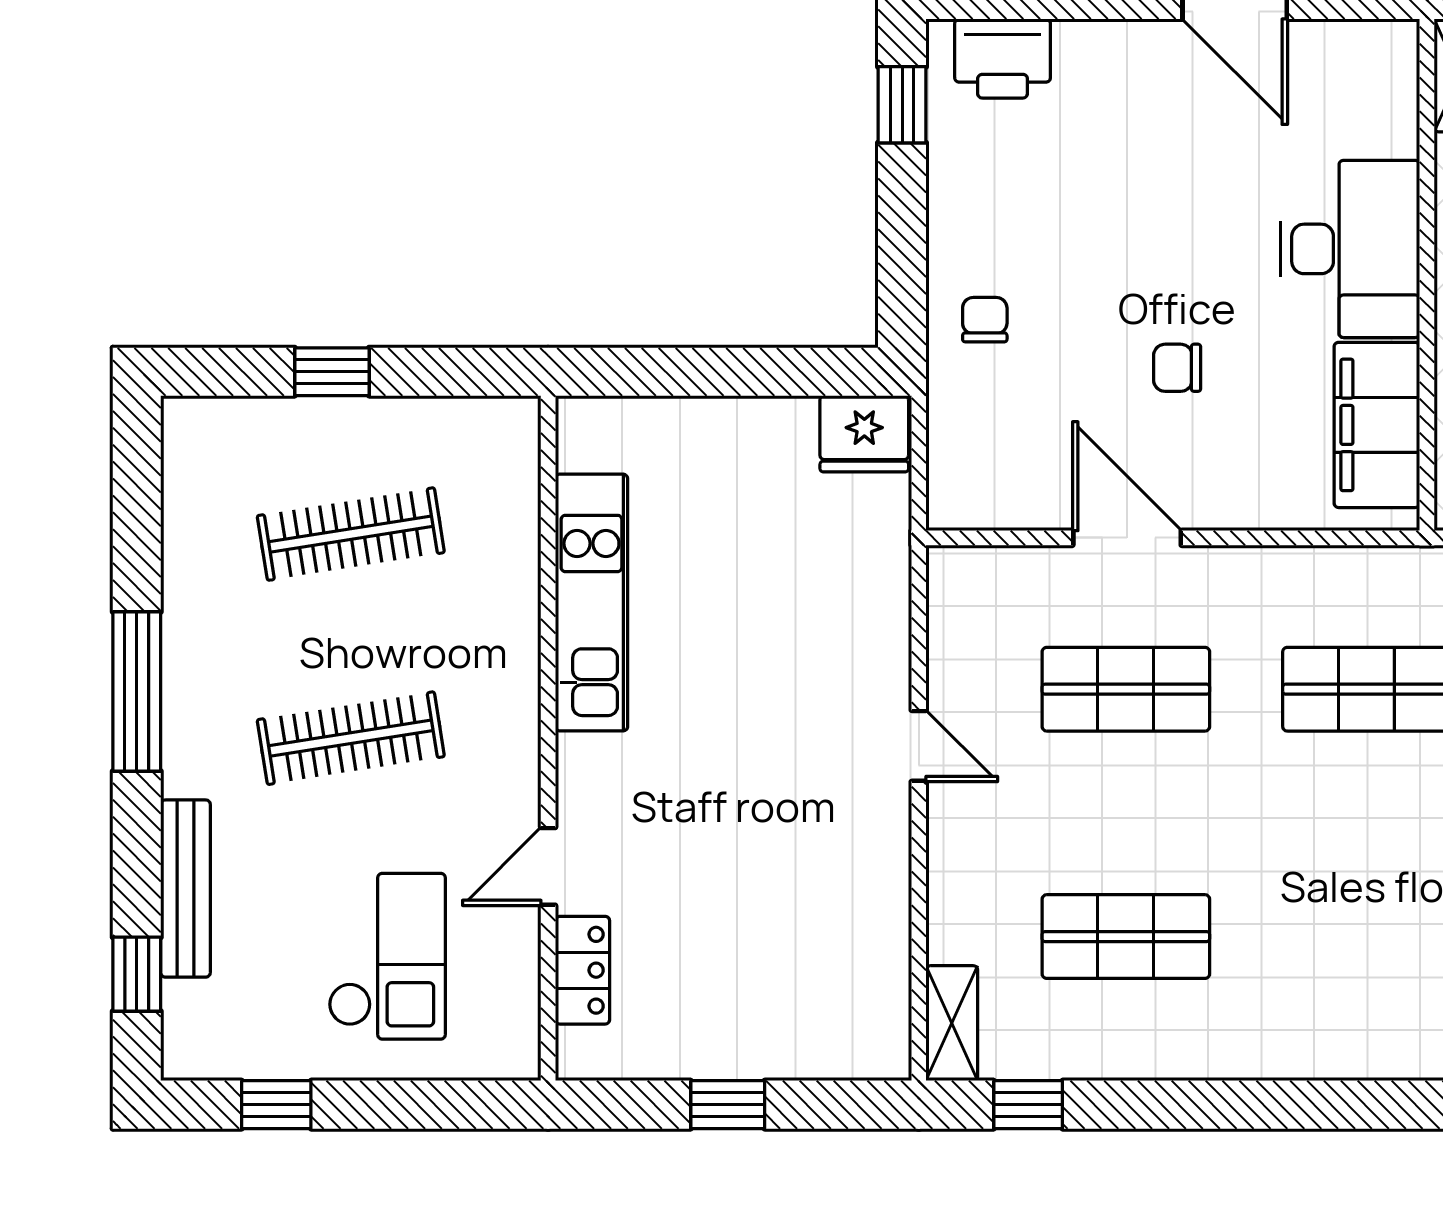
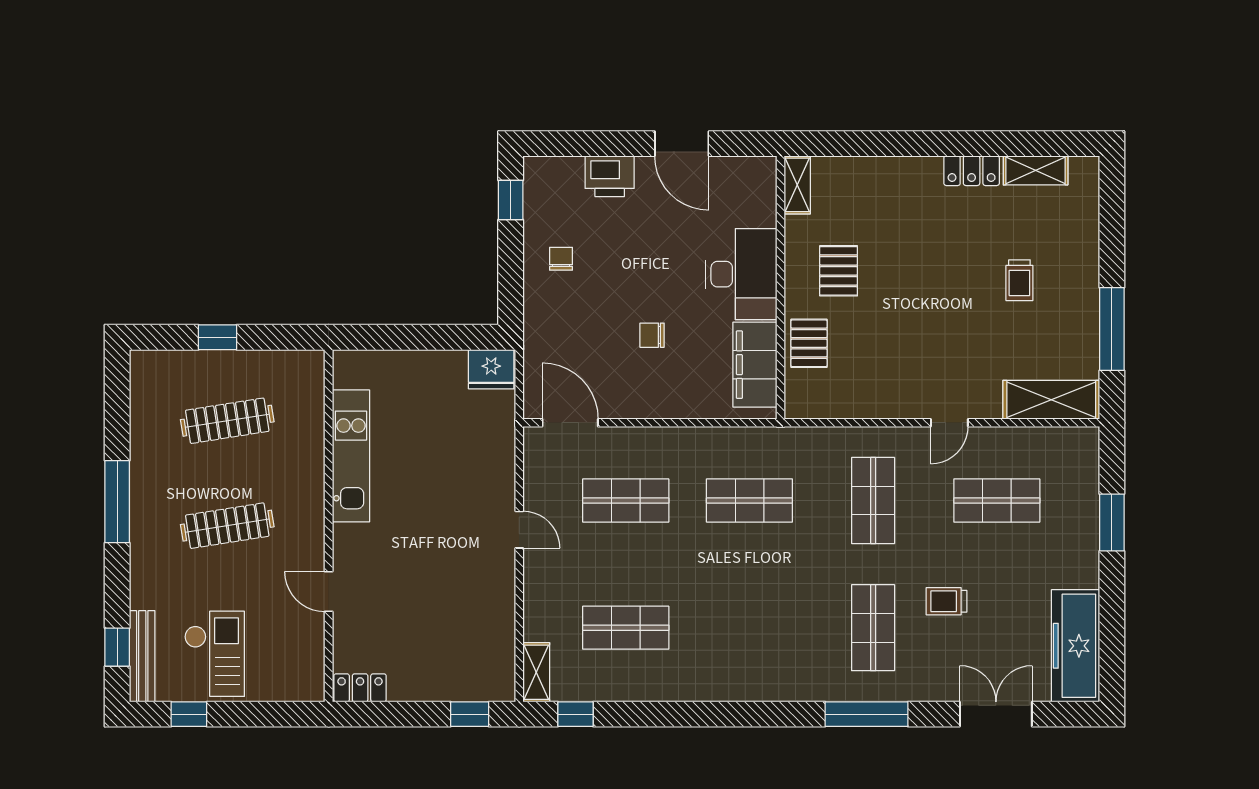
printer: (1003, 58) -> (610, 176), moved
chair: (985, 320) -> (561, 259), moved
door: (1127, 538) -> (570, 423), moved
door: (548, 866) -> (329, 592), hinge flipped
bench: (185, 889) -> (142, 656), moved
checkout: (387, 956) -> (215, 654), moved
locker: (582, 970) -> (360, 688), moved, turned -90
window: (728, 1105) -> (470, 714), moved

